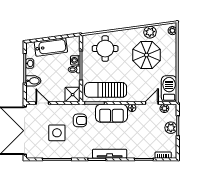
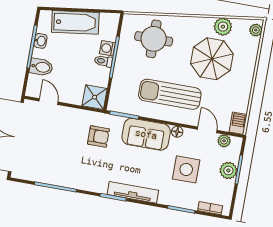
barbecue: (169, 89) -> (238, 123), width x0.53, depth x0.65
sun lounger: (106, 90) -> (170, 94), moved
door: (152, 103) -> (207, 130), hinge flipped
side table: (57, 133) -> (186, 169), moved

